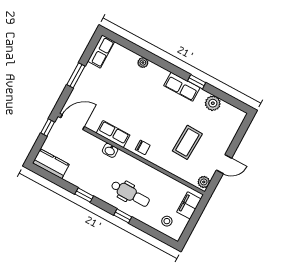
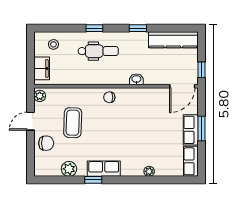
row of seats: (113, 134) -> (191, 130), moved, turned 90
chair: (221, 137) -> (46, 143), added
kitchen counter: (51, 164) -> (173, 40), width x1.50
dental chair: (130, 194) -> (98, 51), turned 180

